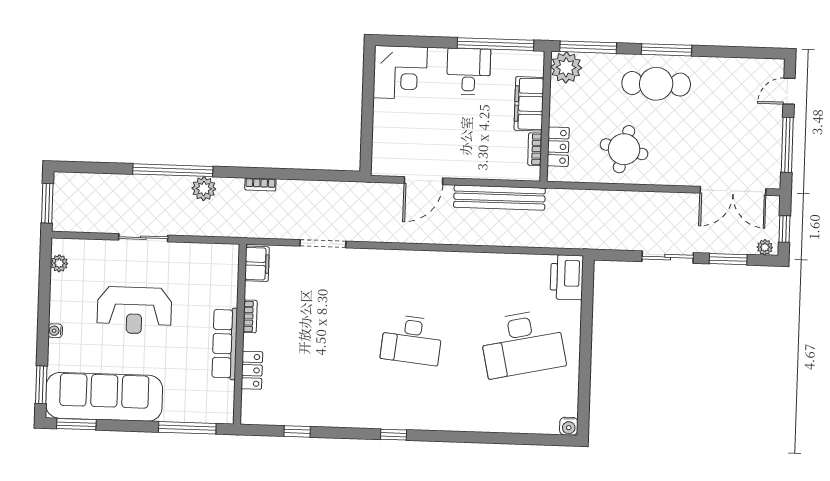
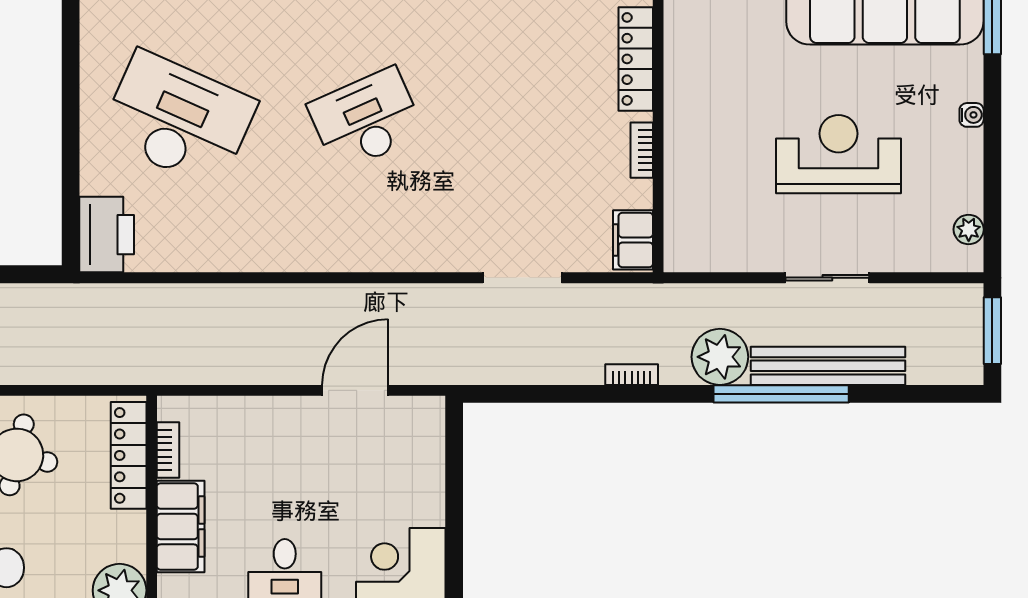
locker: (558, 147) -> (129, 455), width x1.53
plant: (204, 189) -> (720, 357), width x1.36, depth x1.36
bench: (499, 198) -> (828, 366), moved
desk: (412, 340) -> (366, 119), turned -30
row of seats: (225, 344) -> (683, 102), removed
desk: (522, 344) -> (178, 119), turned 36
locker: (252, 370) -> (636, 59), width x1.53

